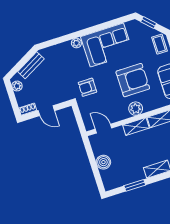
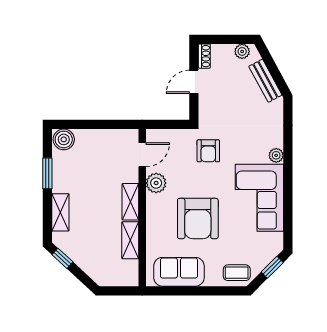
armchair: (87, 87) -> (208, 151), turned 180
plant: (136, 109) -> (156, 183), moved
boiler: (103, 162) -> (64, 139), moved

